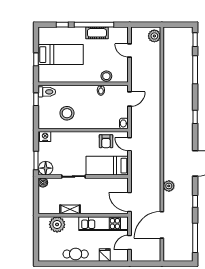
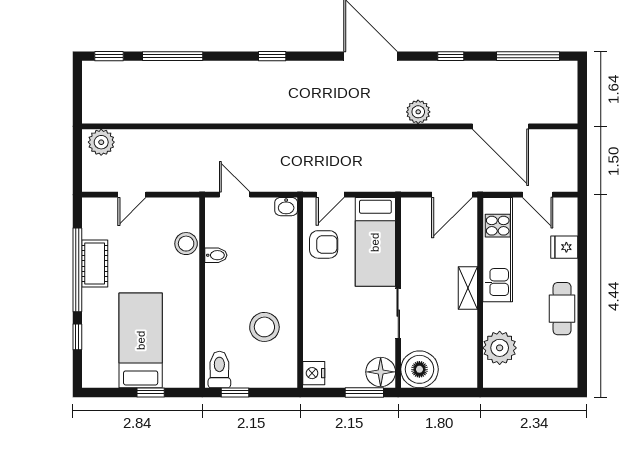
boiler: (43, 182) -> (419, 369), width x1.86, depth x1.86
shelving: (70, 209) -> (468, 288), moved

